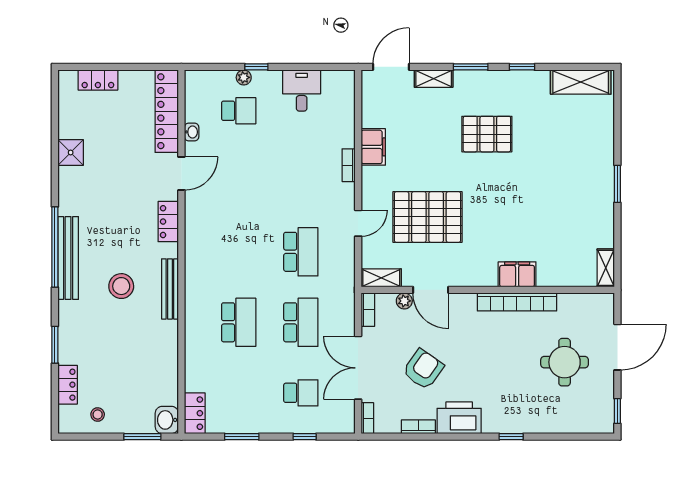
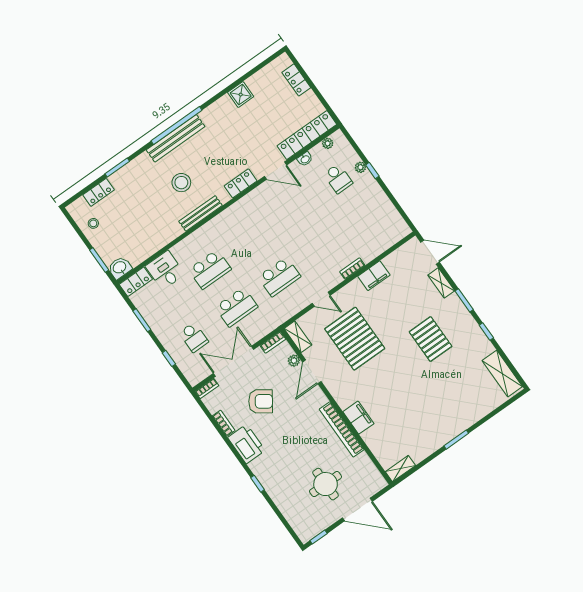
desk: (302, 91) -> (165, 270), moved, turned -90
plant: (192, 95) -> (328, 143), added

